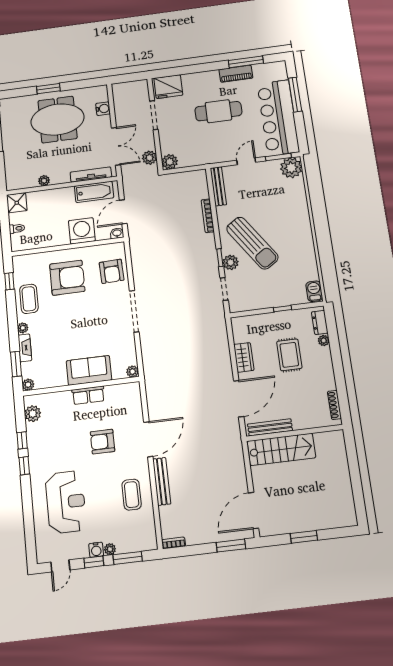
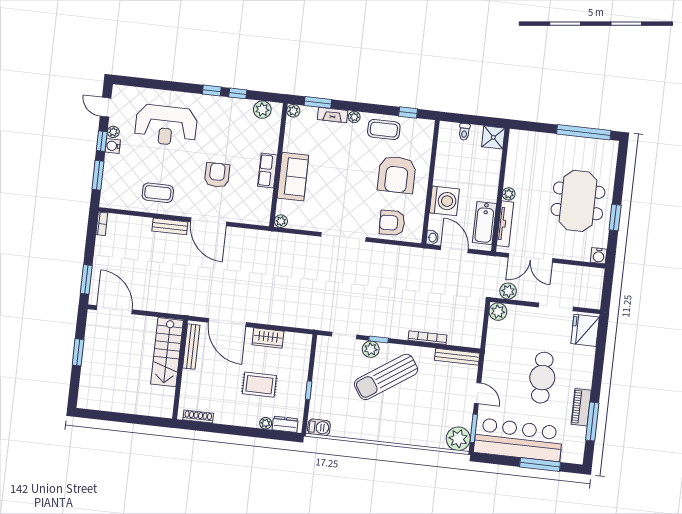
window: (48, 89) -> (615, 217), moved
water cooler: (103, 109) -> (599, 256), moved
plant: (44, 181) -> (509, 194), moved
bench: (162, 481) -> (170, 226), width x0.73
plant: (110, 549) -> (113, 132), moved

